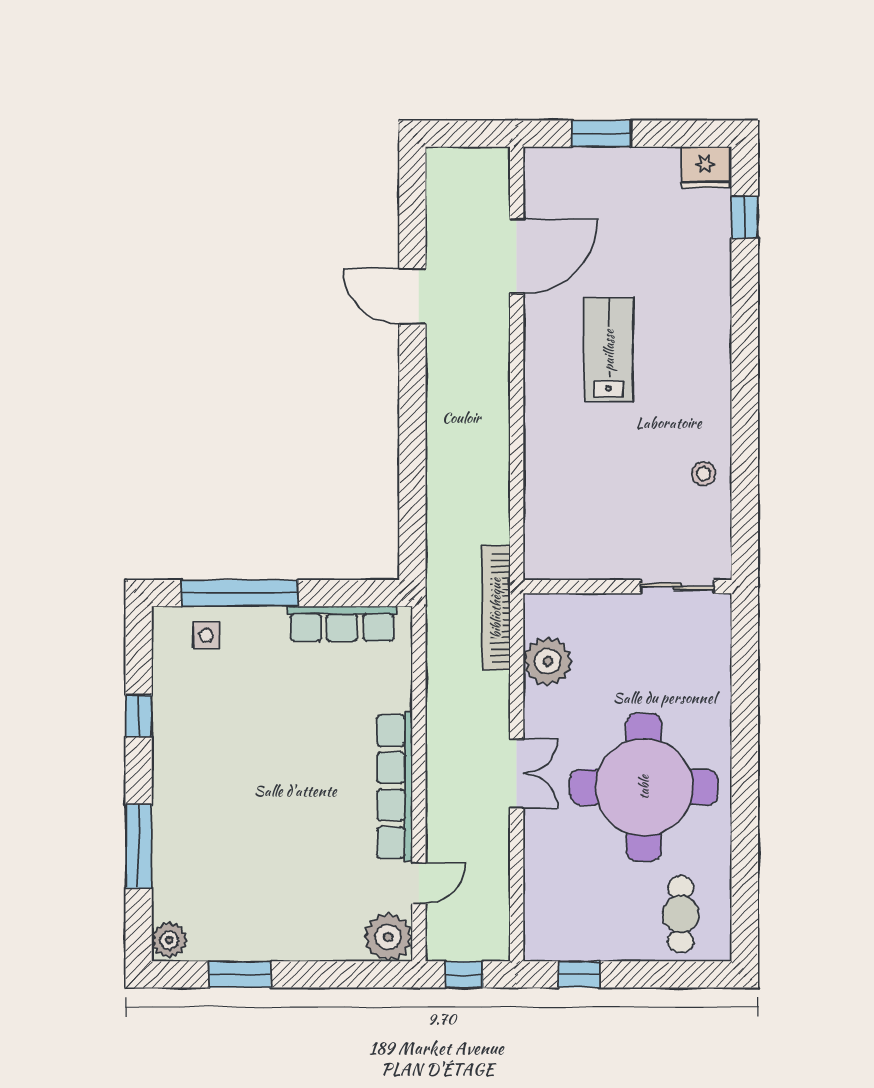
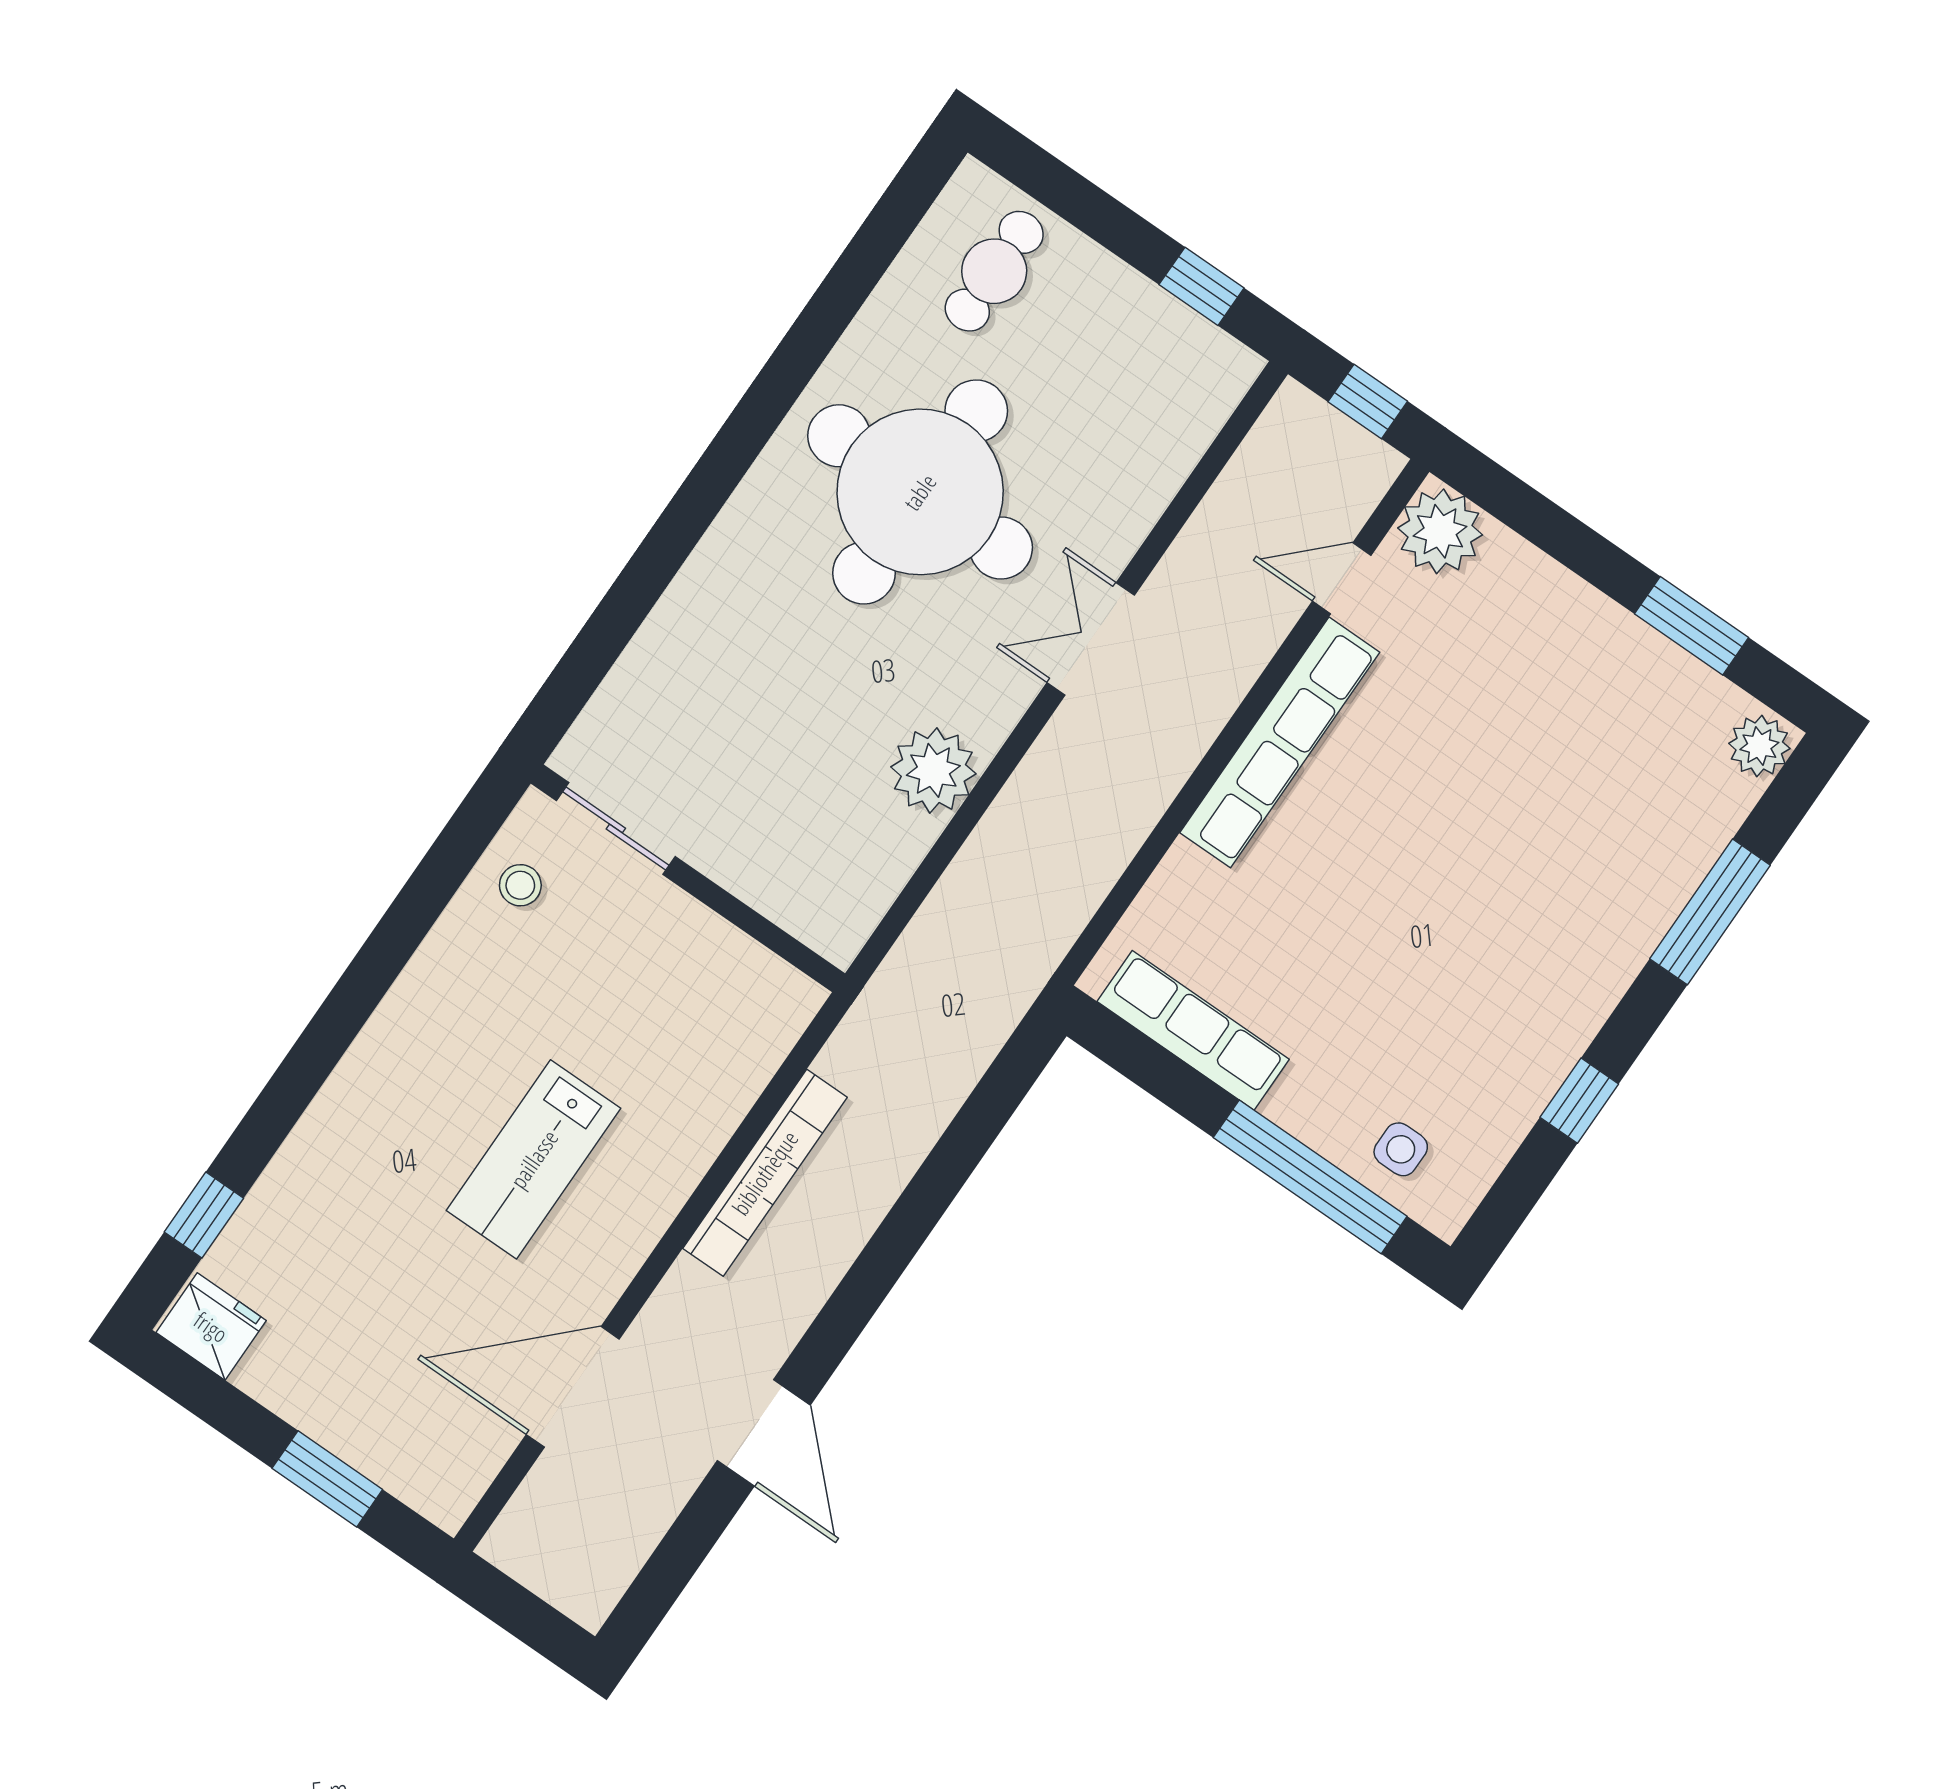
wall: (627, 587) -> (688, 878), moved
sliding door: (677, 587) -> (616, 829), moved
bookcase: (496, 608) -> (765, 1173), moved

